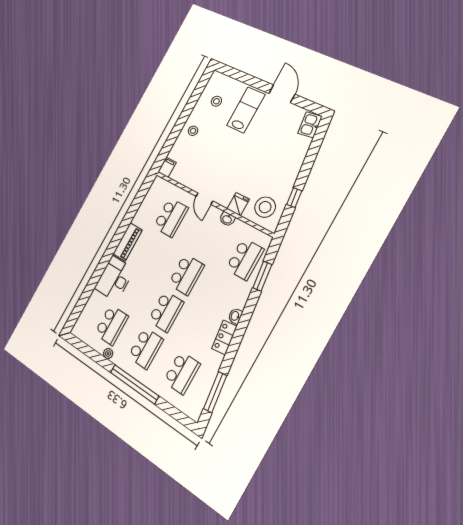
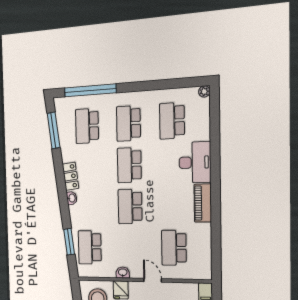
plant: (108, 354) -> (204, 92), moved
window: (134, 384) -> (90, 90), moved

